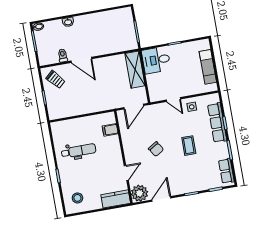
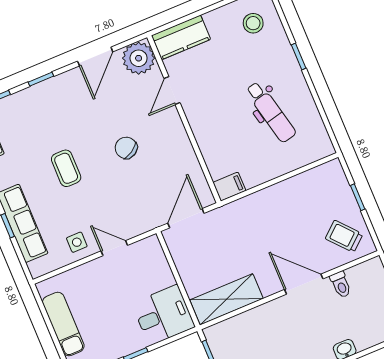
shelving: (135, 70) -> (226, 299), moved, turned 90
filing cabinet: (110, 130) -> (229, 187), moved
dental chair: (79, 151) -> (271, 112), turned -103

